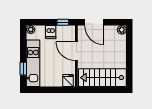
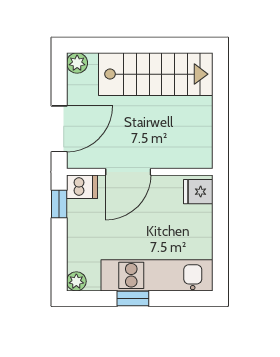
dishwasher: (51, 32) -> (82, 187), moved
window: (23, 69) -> (133, 299), moved
stairs: (102, 78) -> (156, 74), moved, turned -90

